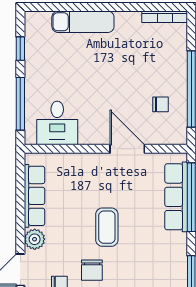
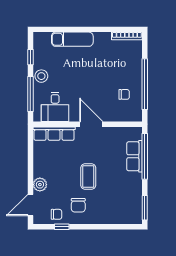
stool: (37, 77) -> (41, 76), added
door: (127, 149) -> (91, 124), moved
row of seats: (34, 196) -> (54, 134), moved, turned 90
row of seats: (176, 197) -> (135, 156), width x0.68

